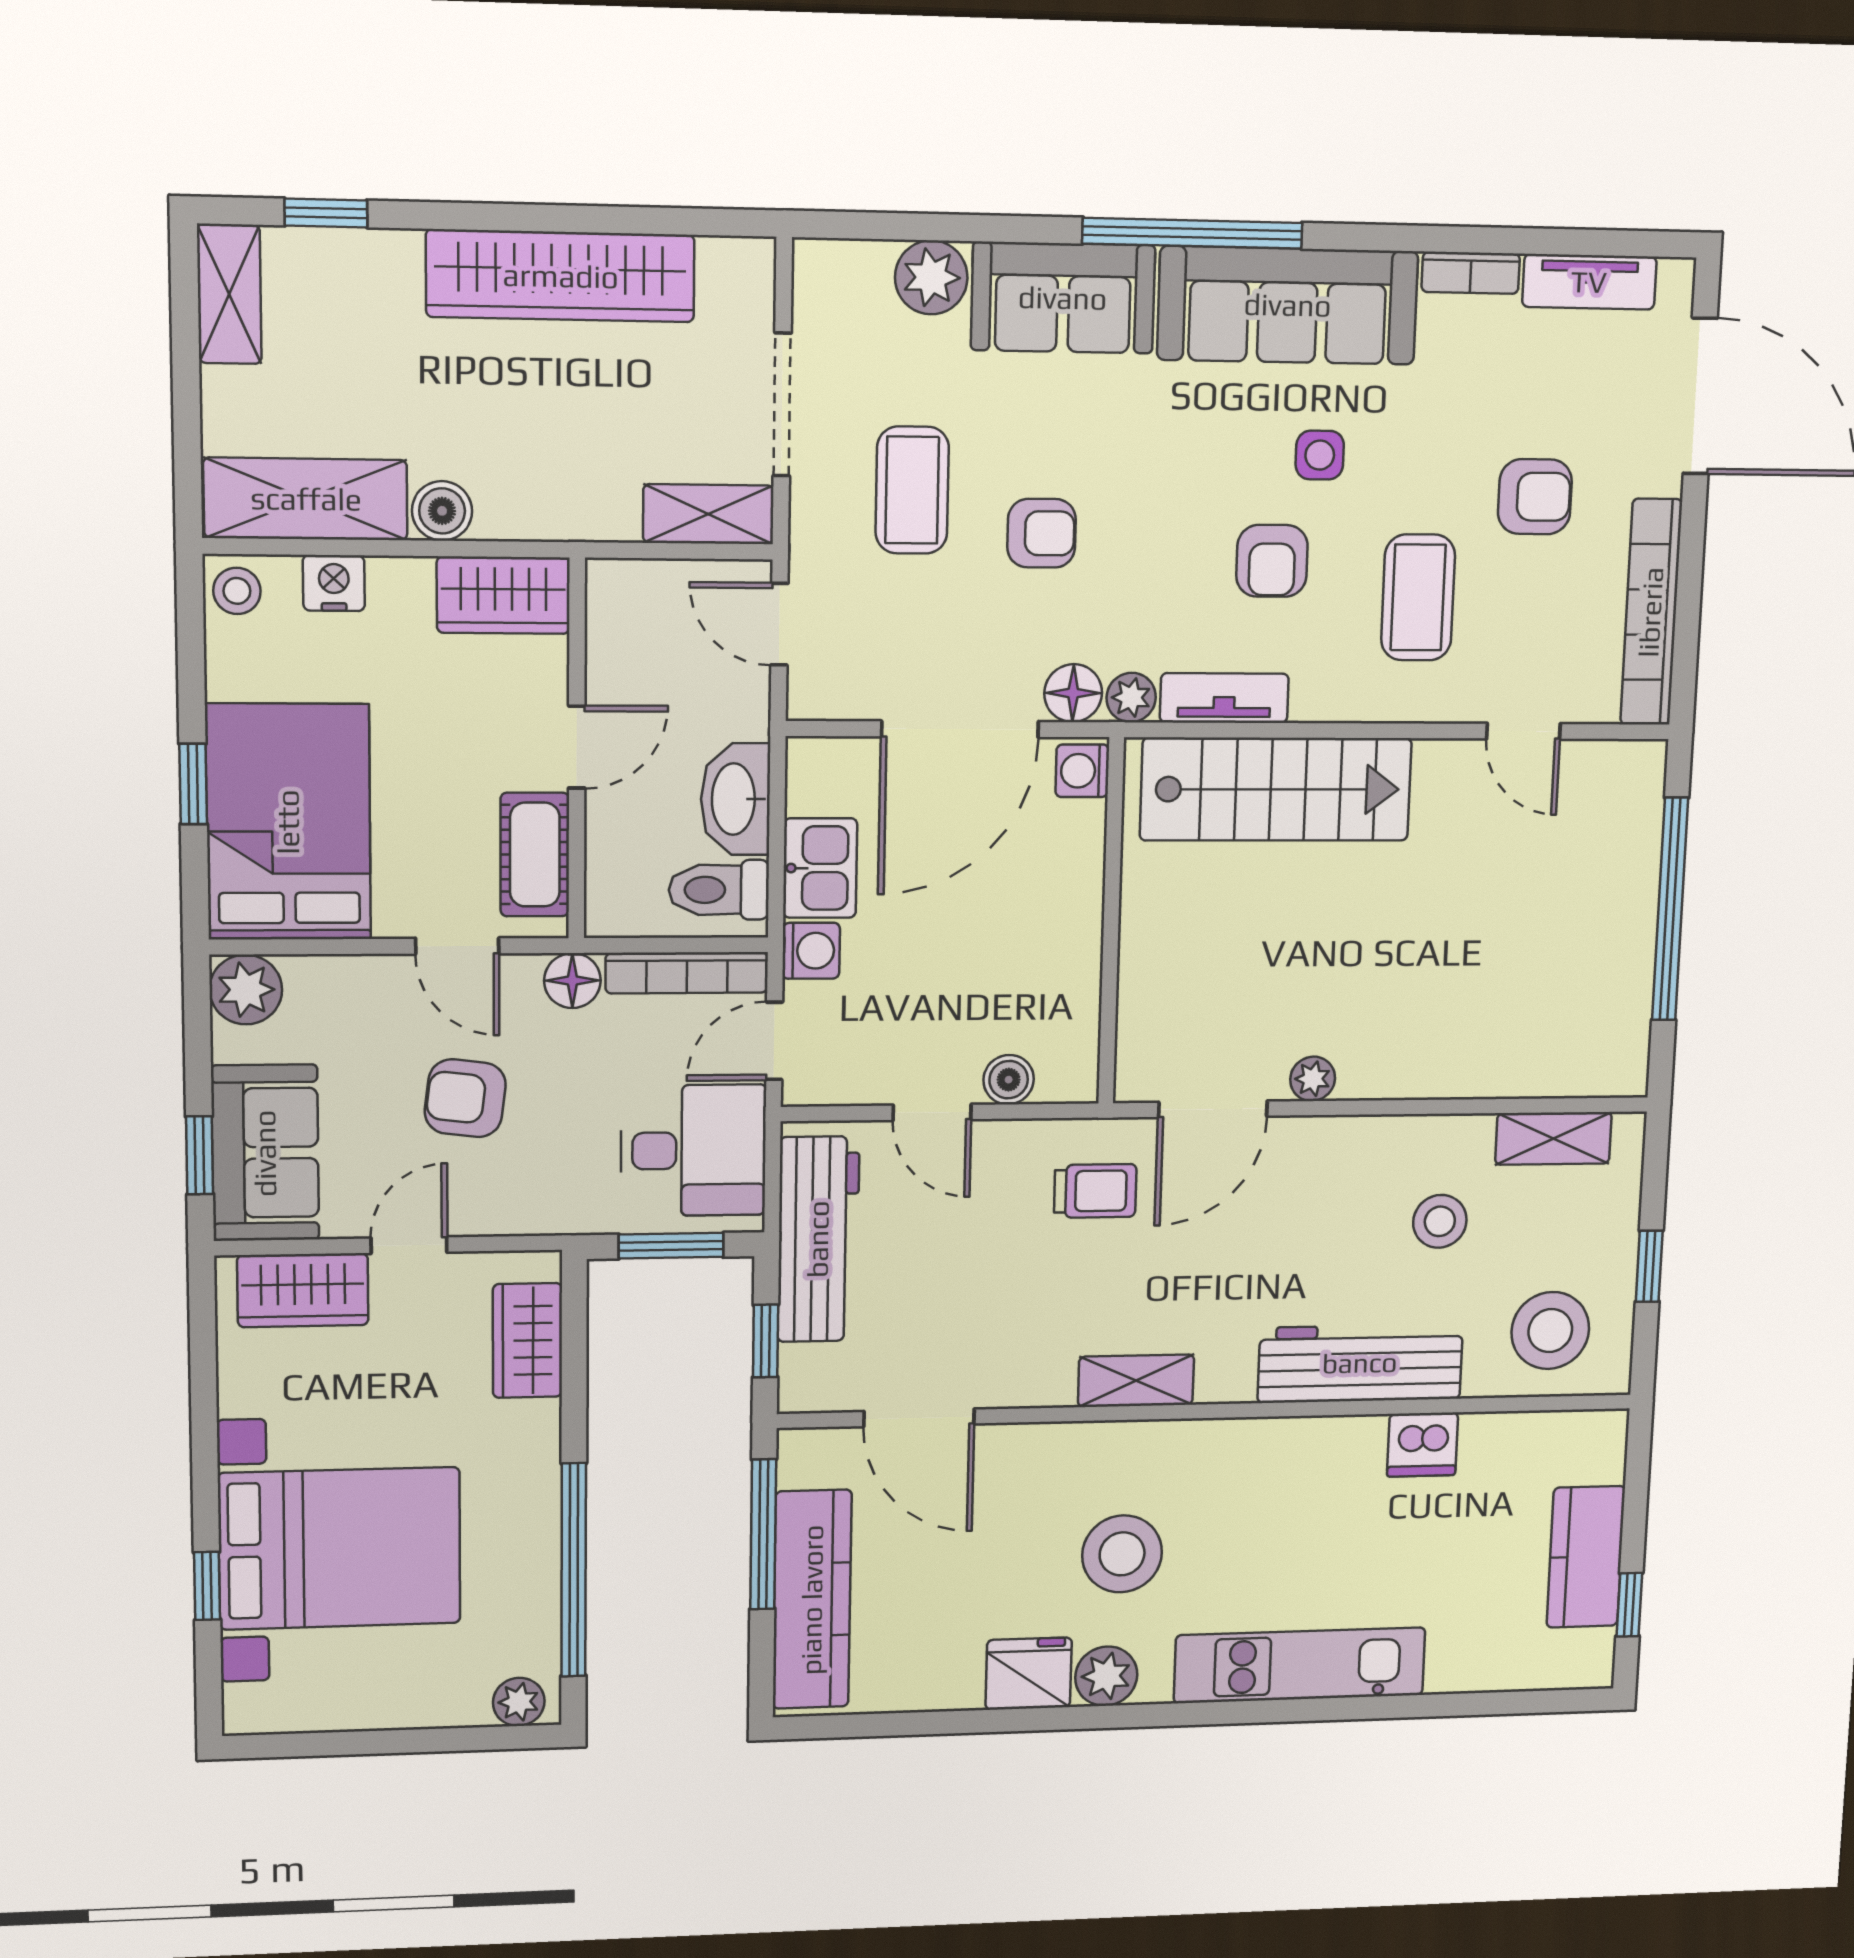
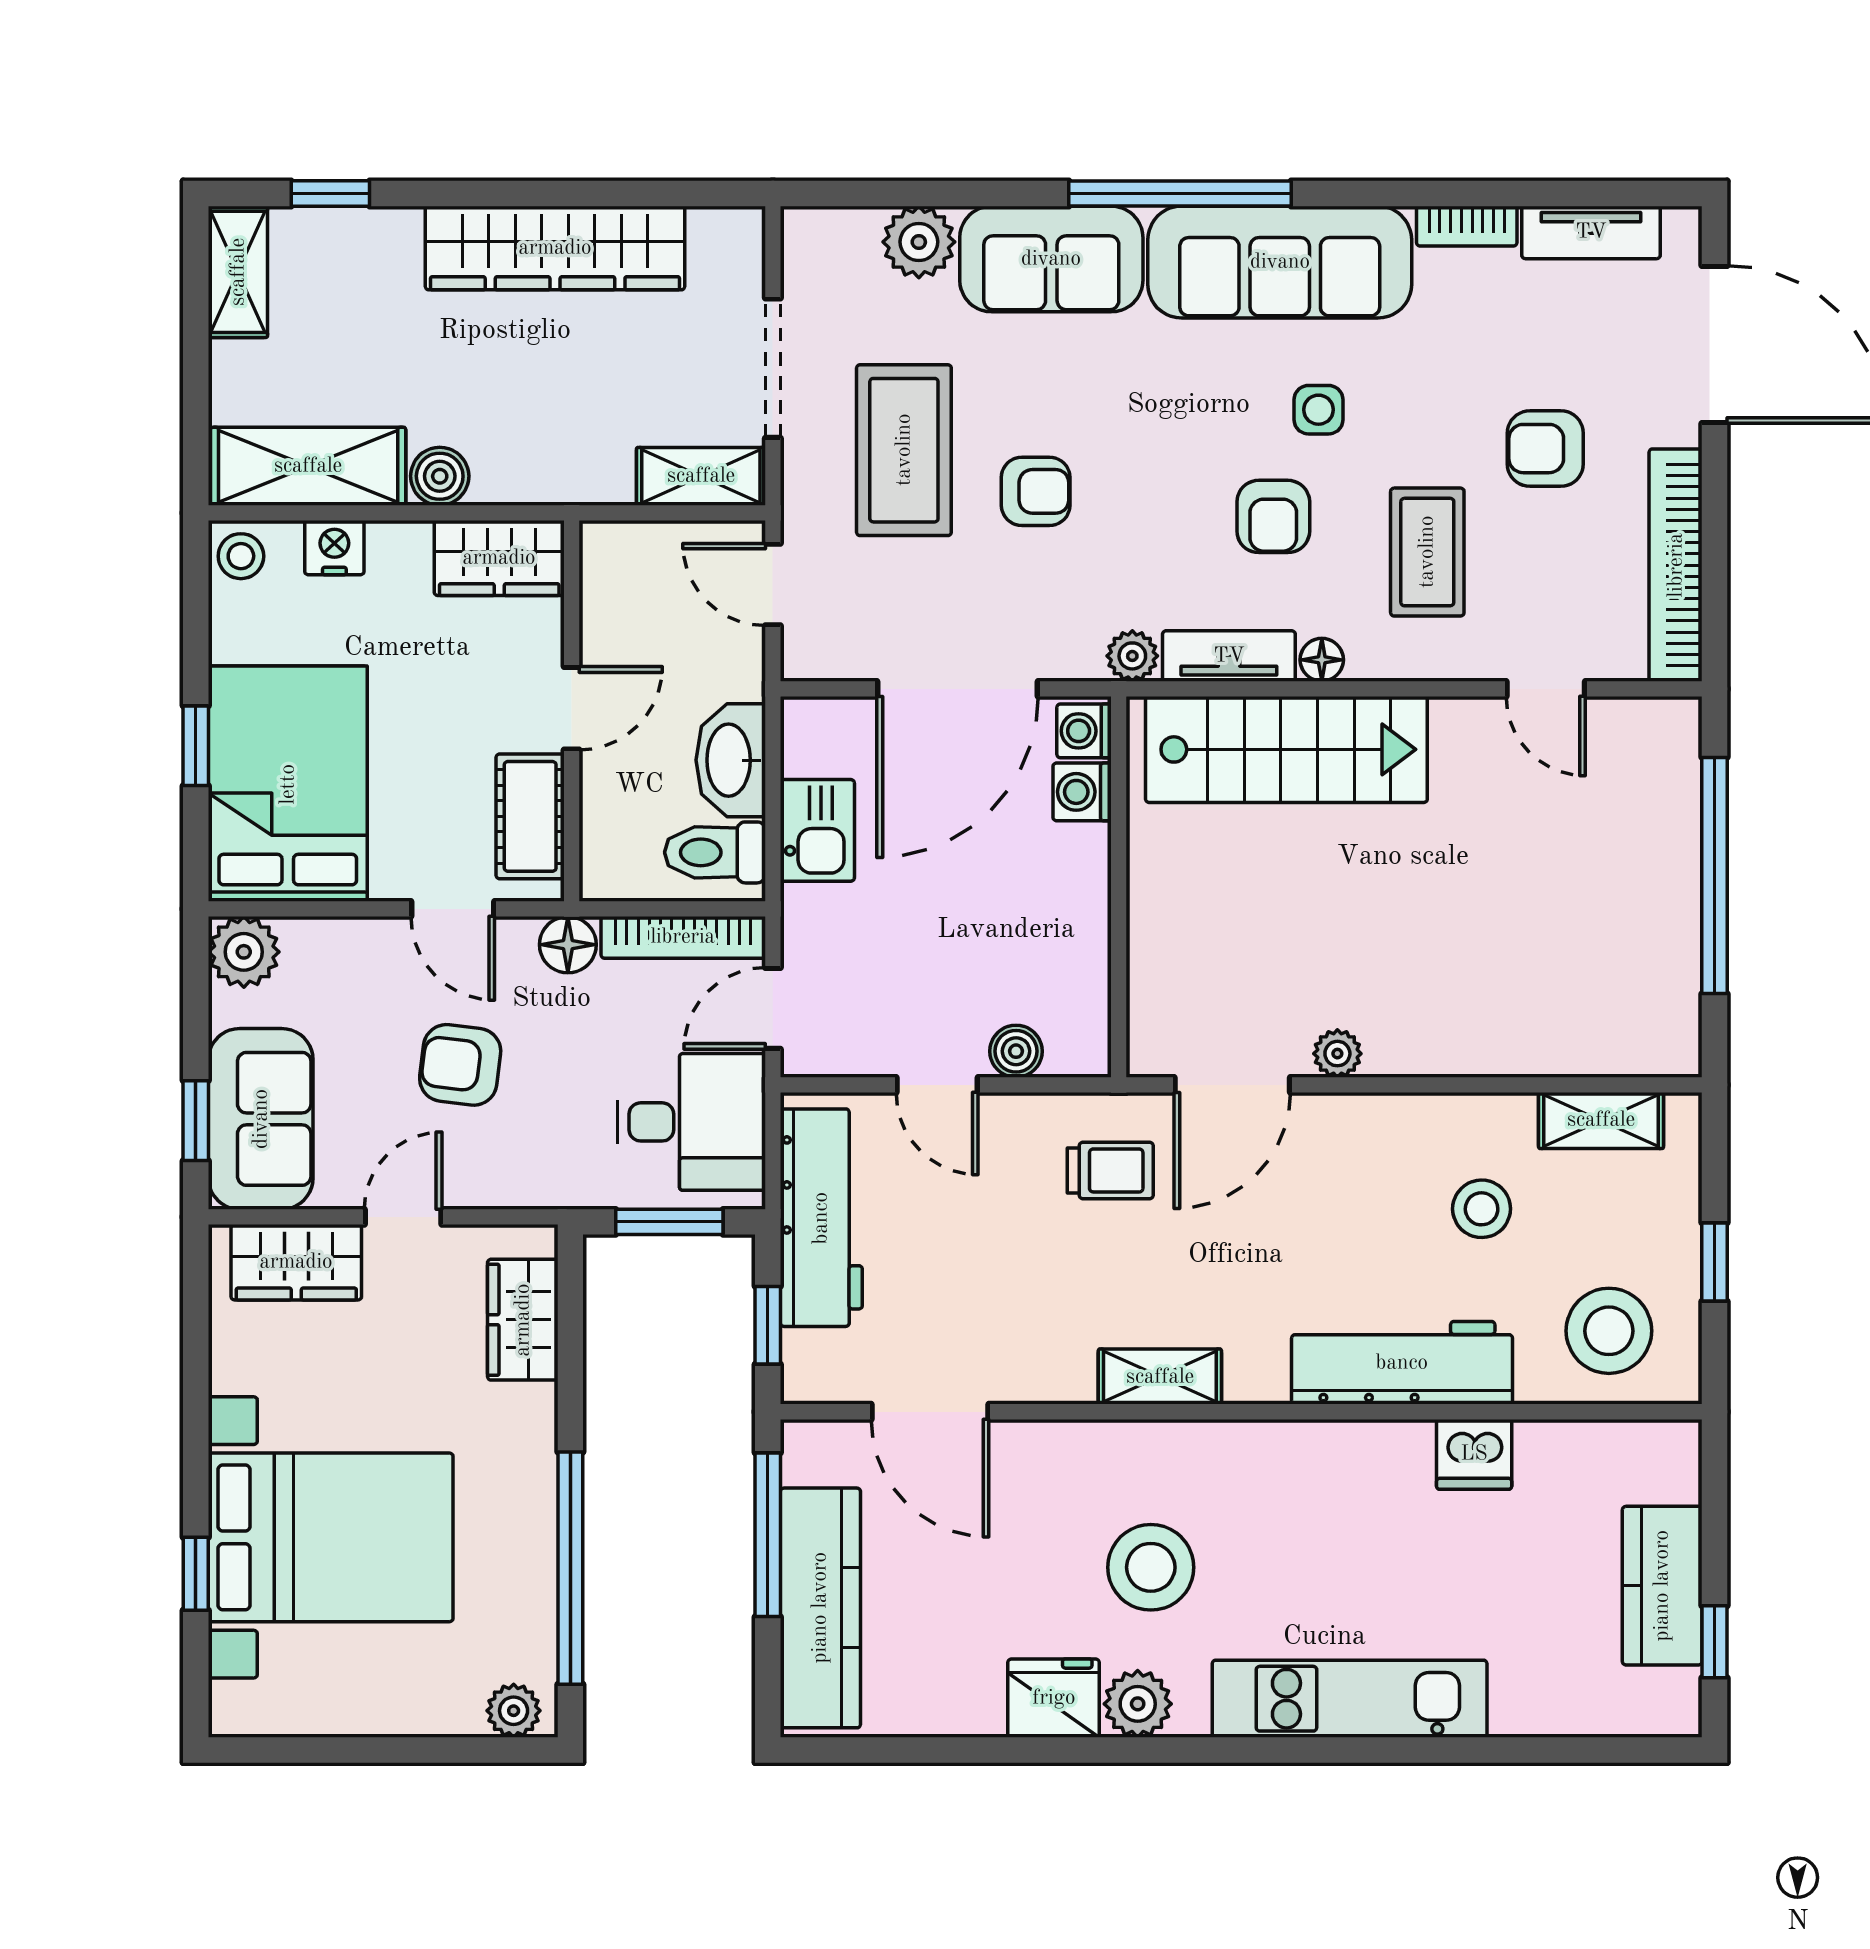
coffee table: (912, 490) -> (904, 450), width x1.36, depth x1.32
armchair: (1535, 497) -> (1545, 449), turned 180
floor lamp: (1073, 693) -> (1322, 660), moved, width x0.73, depth x0.73
washing machine: (811, 951) -> (1082, 792), moved, turned 180

